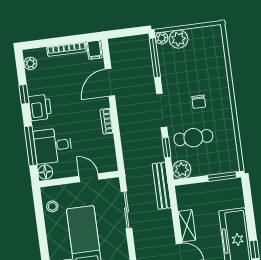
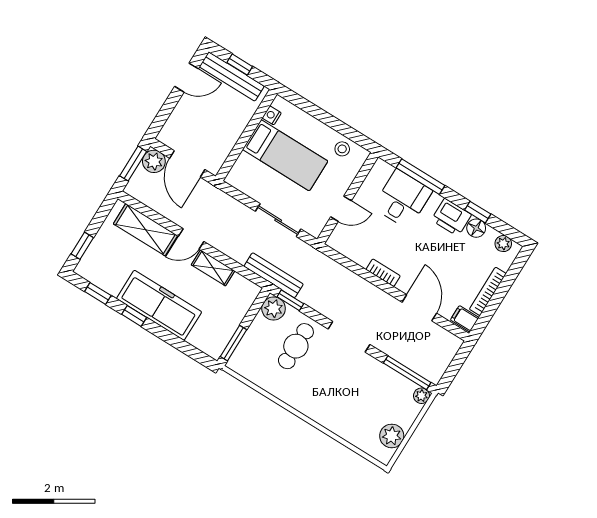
plant: (178, 39) -> (392, 436), moved
chair: (199, 102) -> (327, 381), removed
window: (167, 148) -> (290, 300), moved
floor lamp: (45, 172) -> (476, 228), moved

